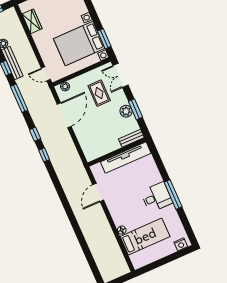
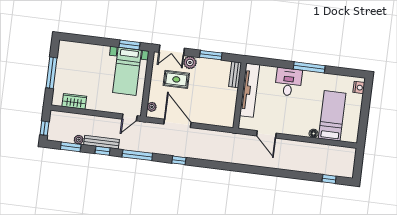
bed with nightstands: (79, 43) -> (127, 71), width x0.73
plant: (126, 111) -> (190, 62), moved
window: (44, 155) -> (329, 179), moved
desk: (157, 197) -> (288, 82), moved

